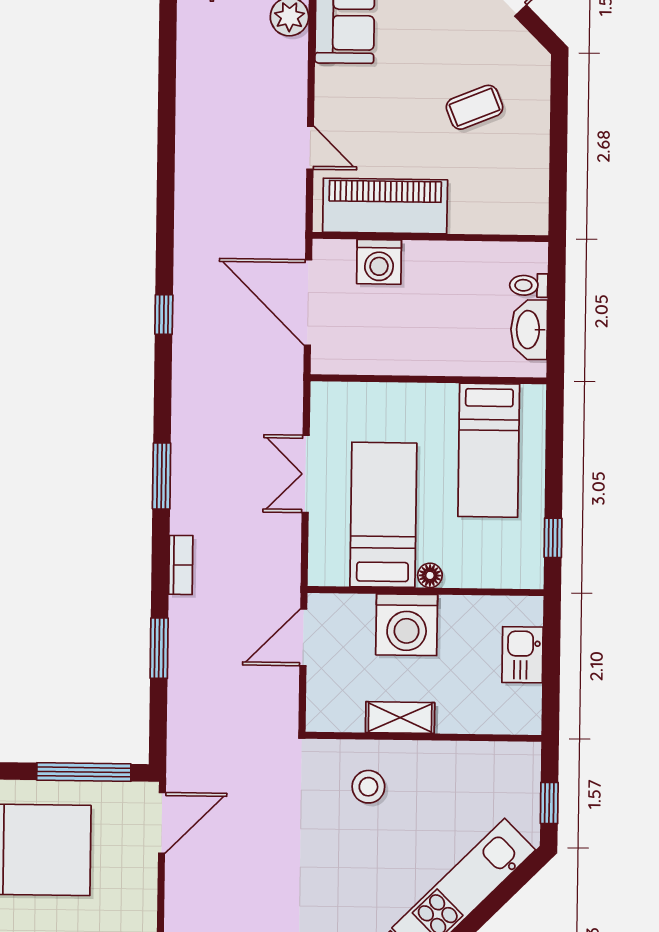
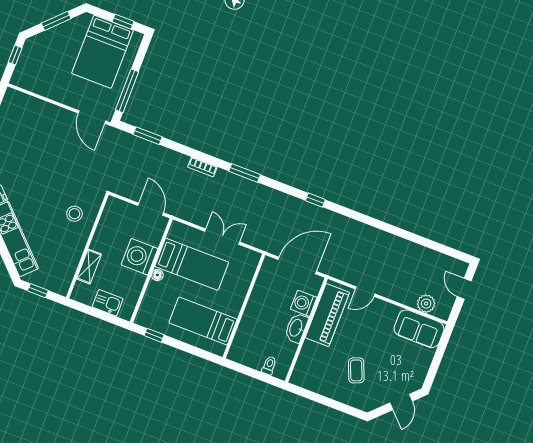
washbasin: (529, 330) -> (296, 328), moved, turned -90
window: (159, 648) -> (148, 136), moved
shelving: (400, 718) -> (89, 267), moved

